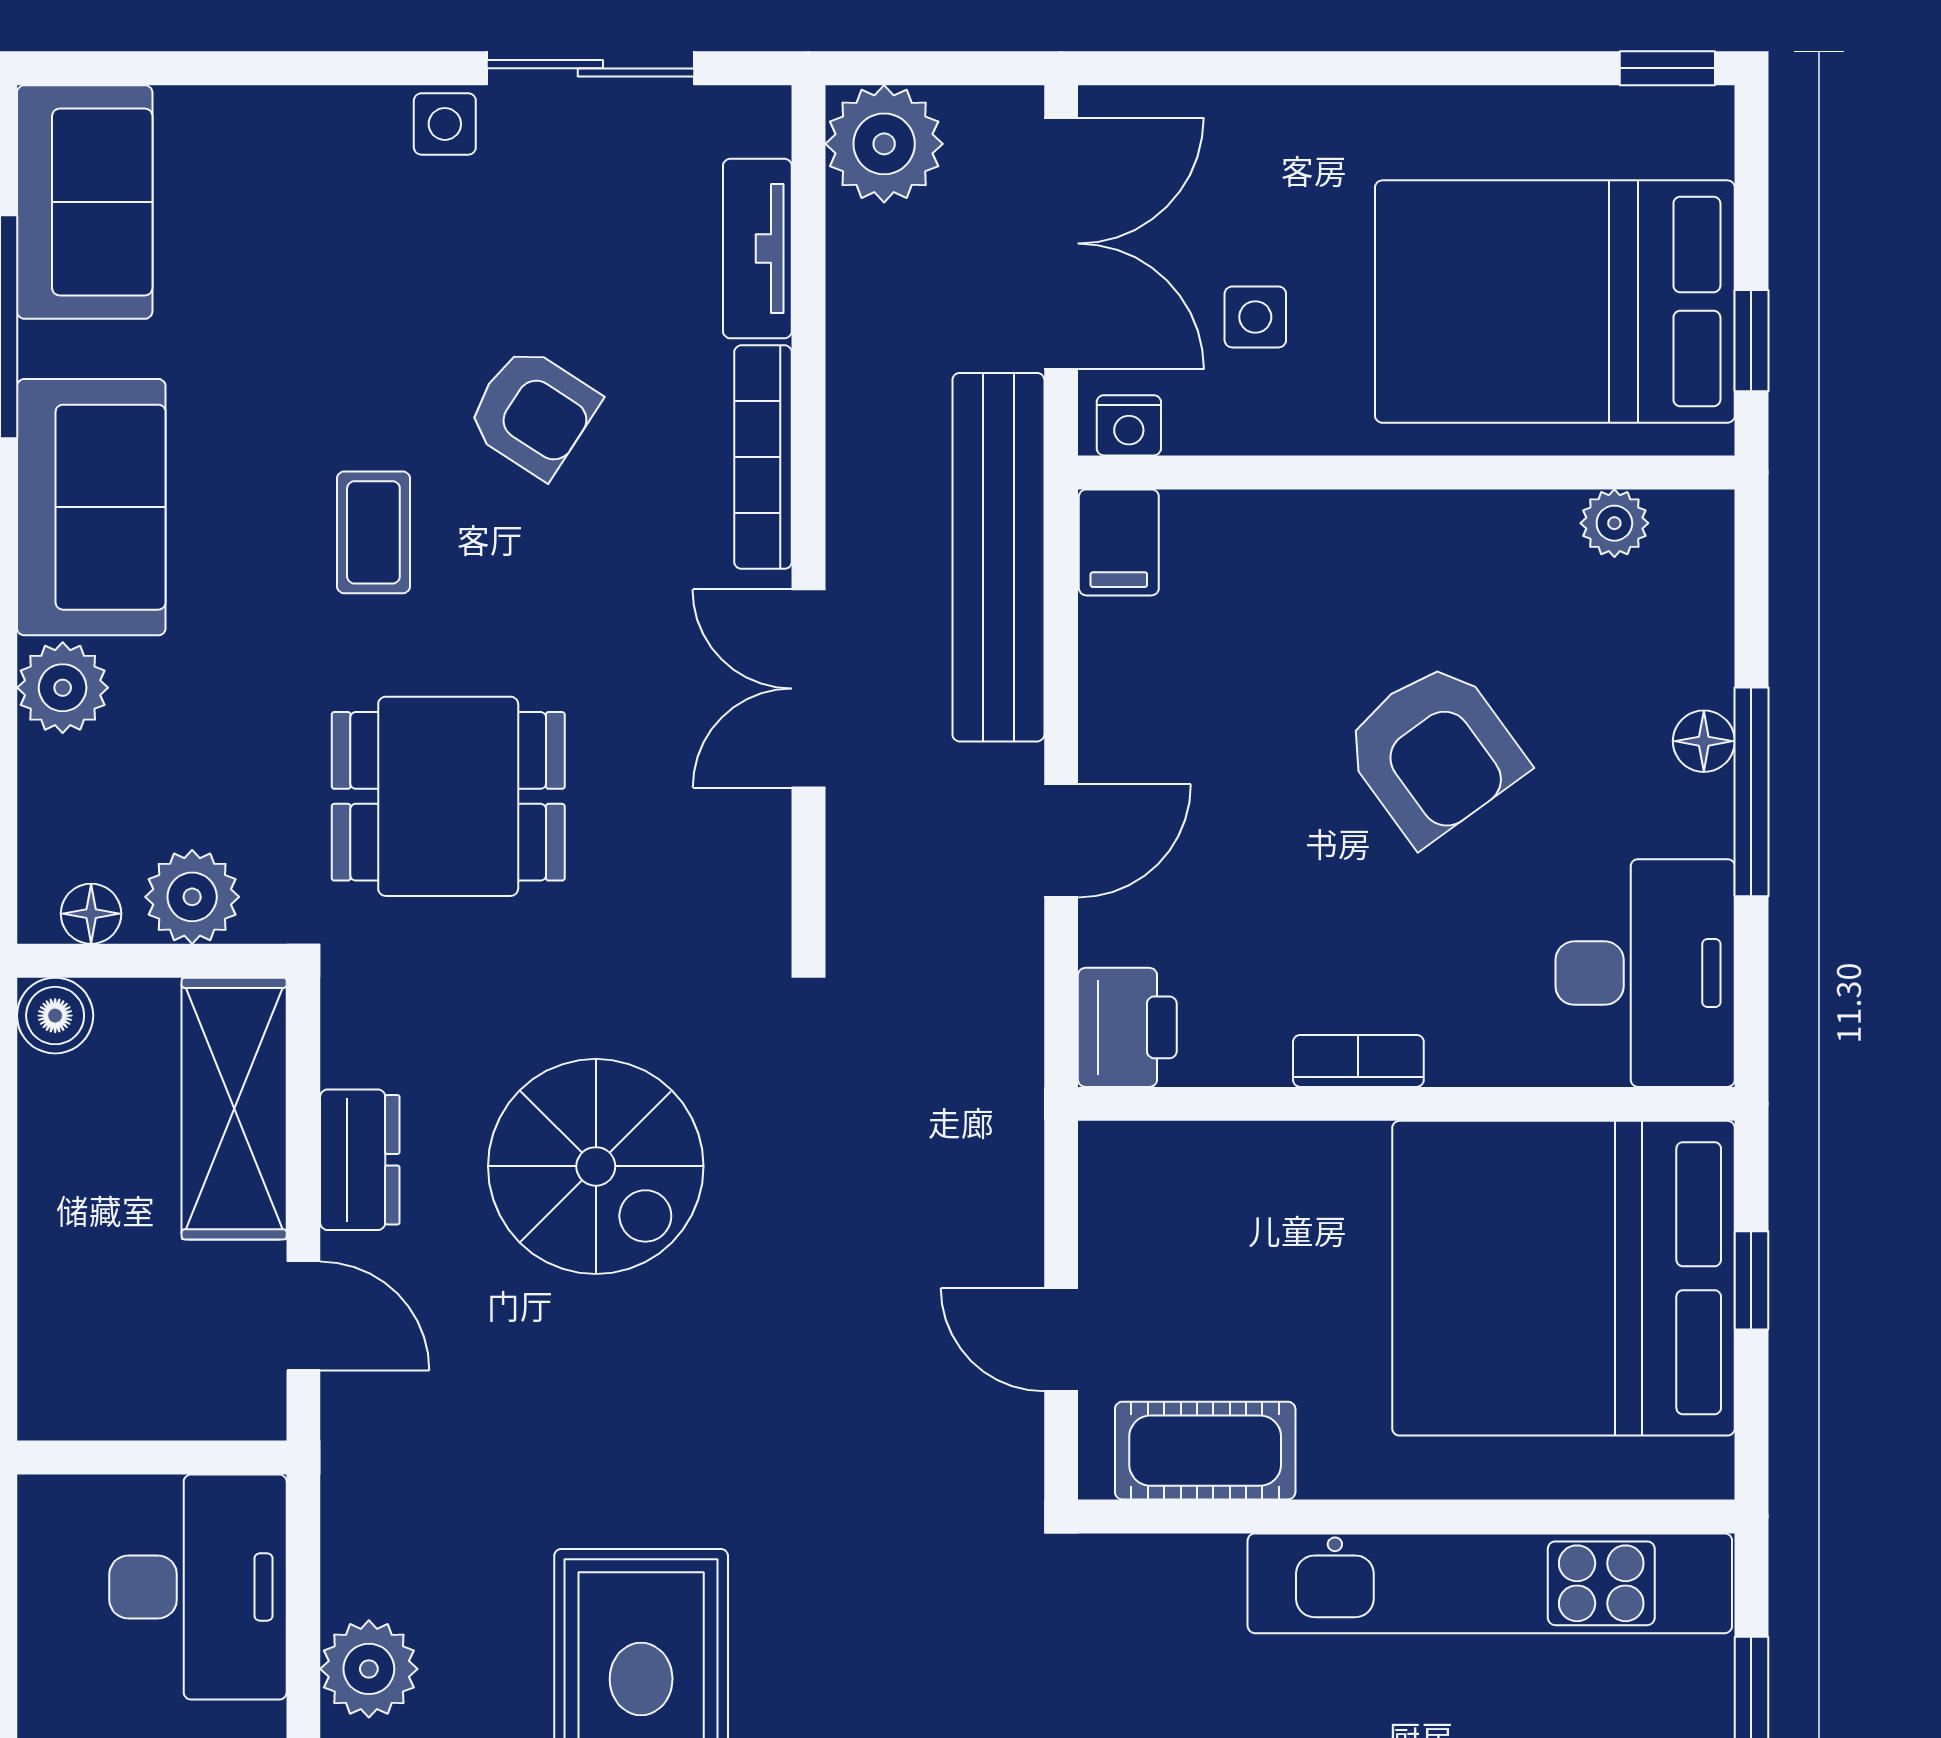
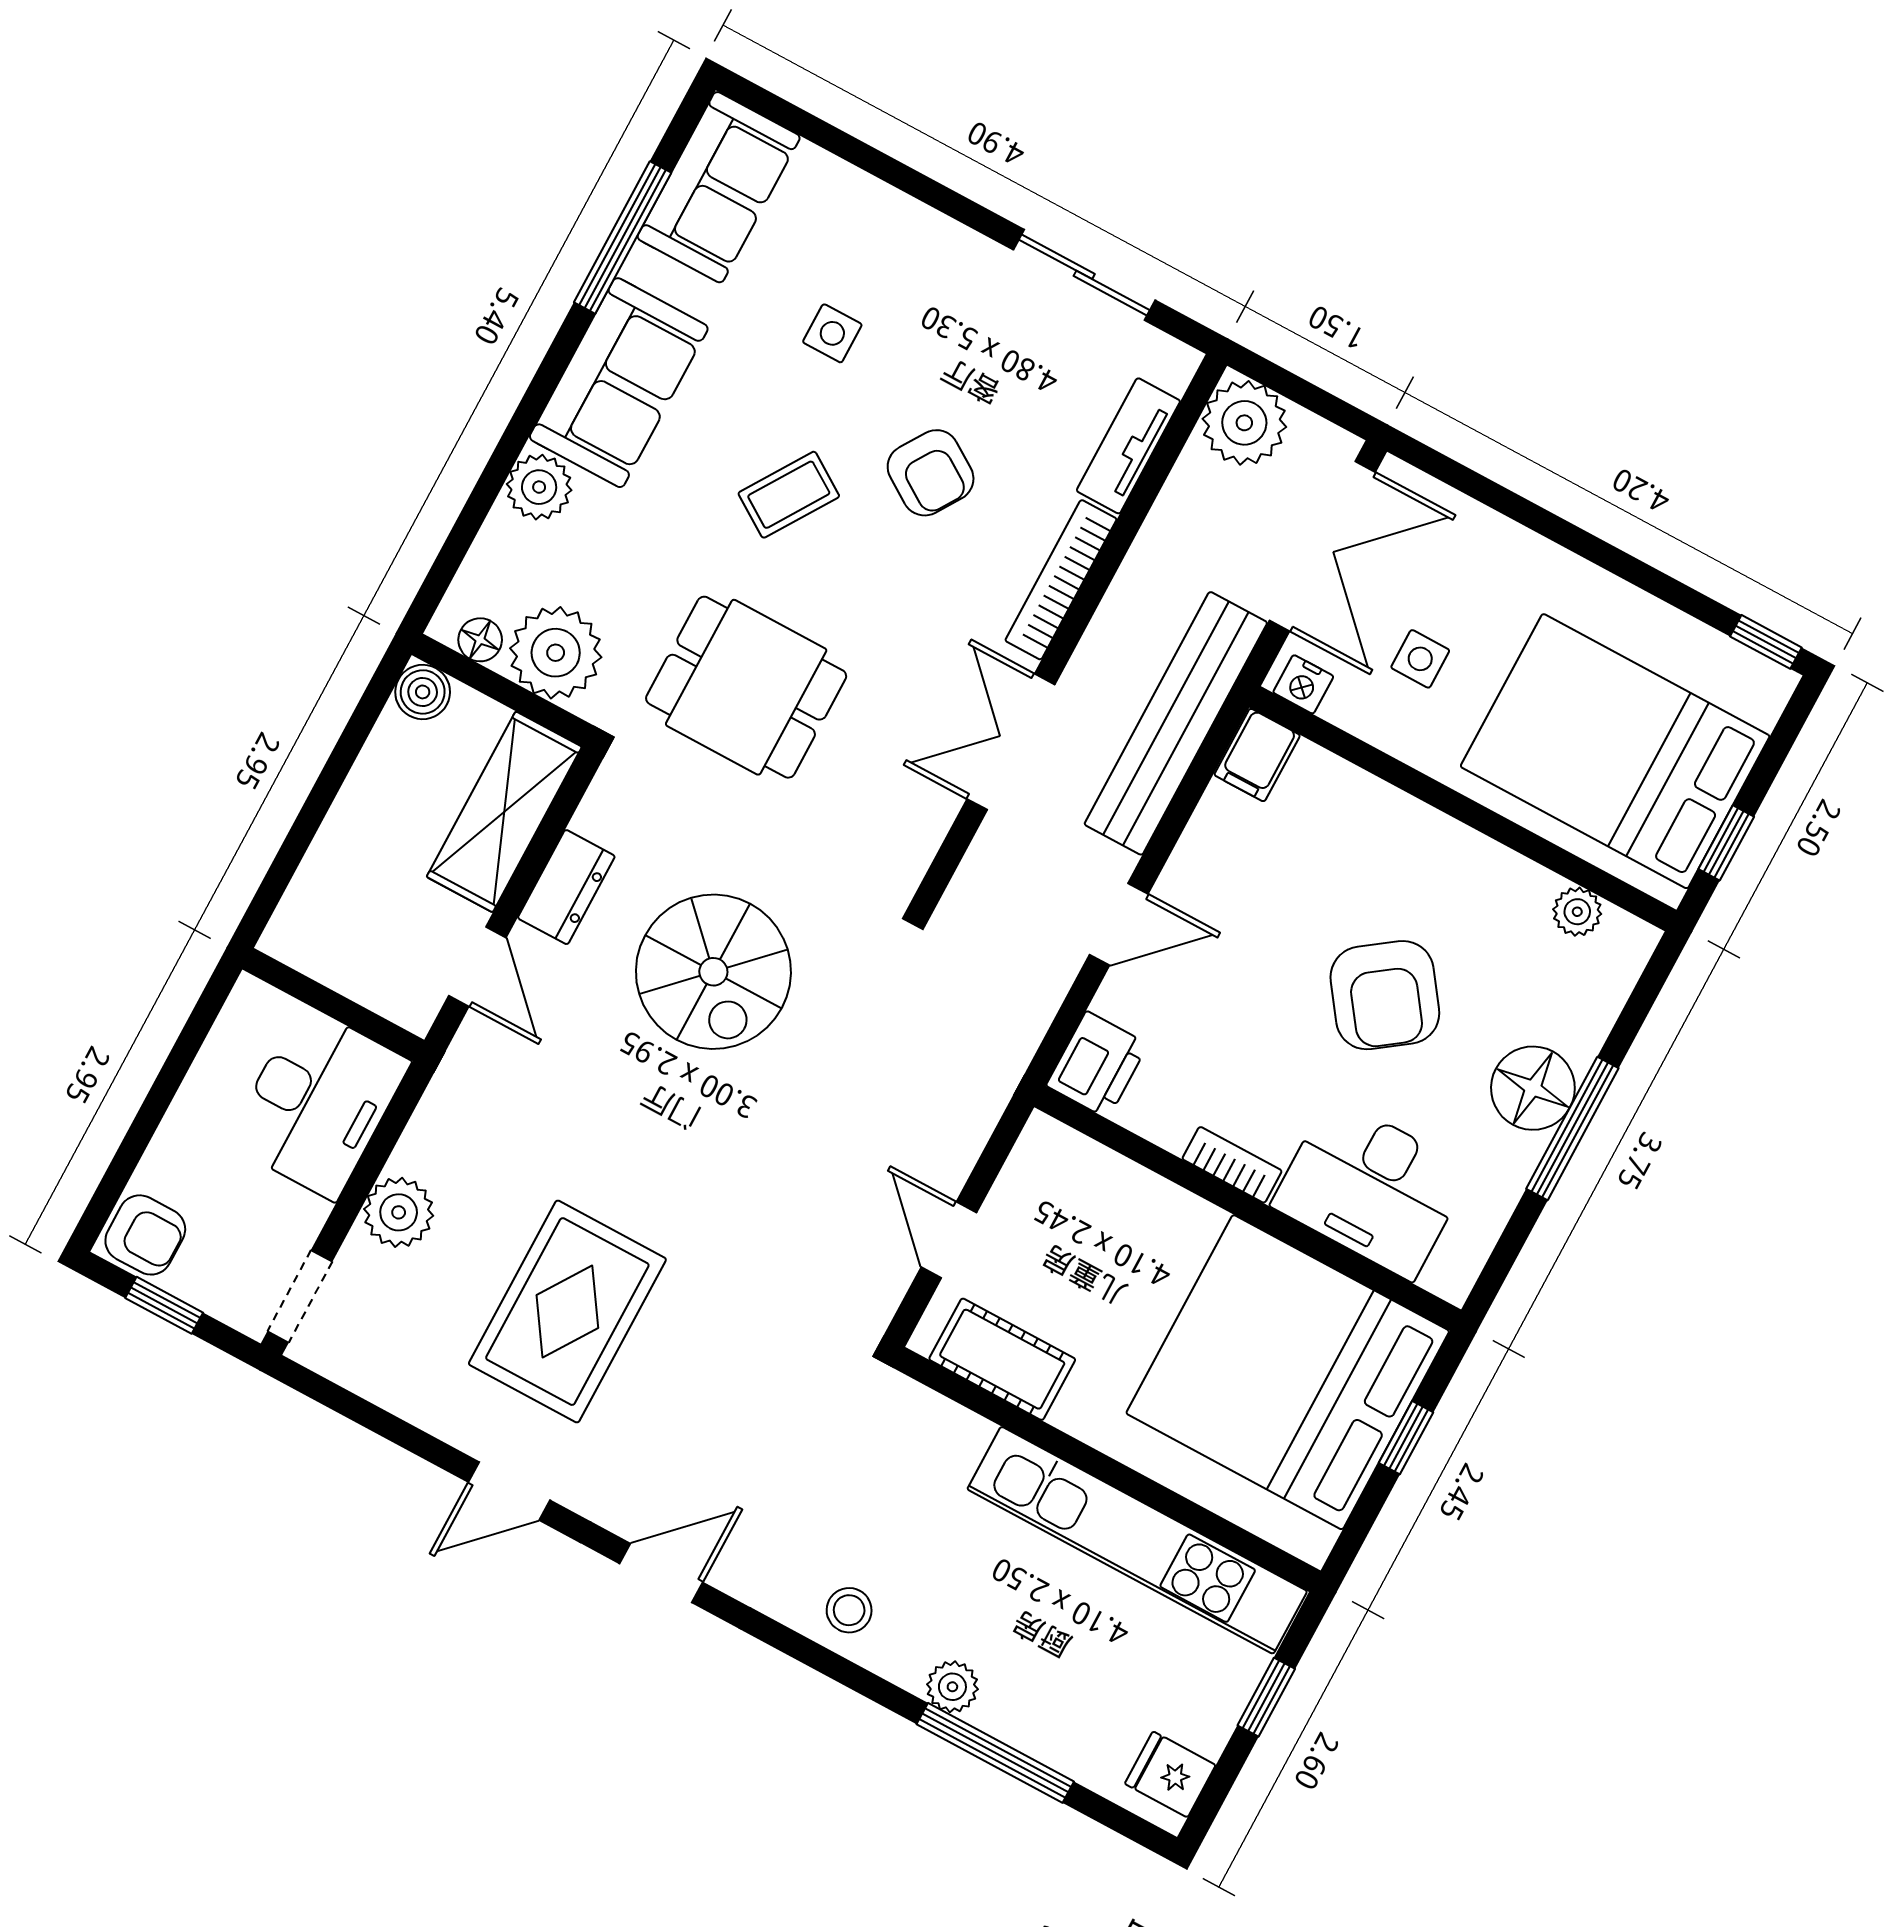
side table: (445, 124) -> (832, 333), moved
coffee table: (373, 532) -> (789, 495), turned 33
floor lamp: (1704, 741) -> (1533, 1088), width x1.89, depth x1.89
plant: (192, 897) -> (556, 653), width x1.36, depth x1.36
desk: (1645, 973) -> (1371, 1188), moved, turned 90

